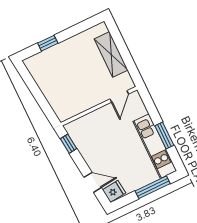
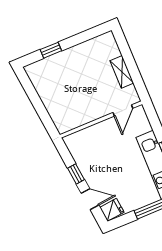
shelving: (111, 54) -> (122, 72), width x0.67, depth x0.75
window: (69, 144) -> (76, 174), moved

